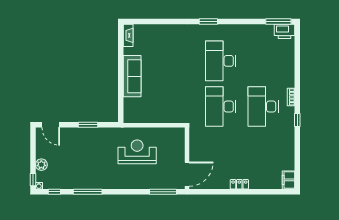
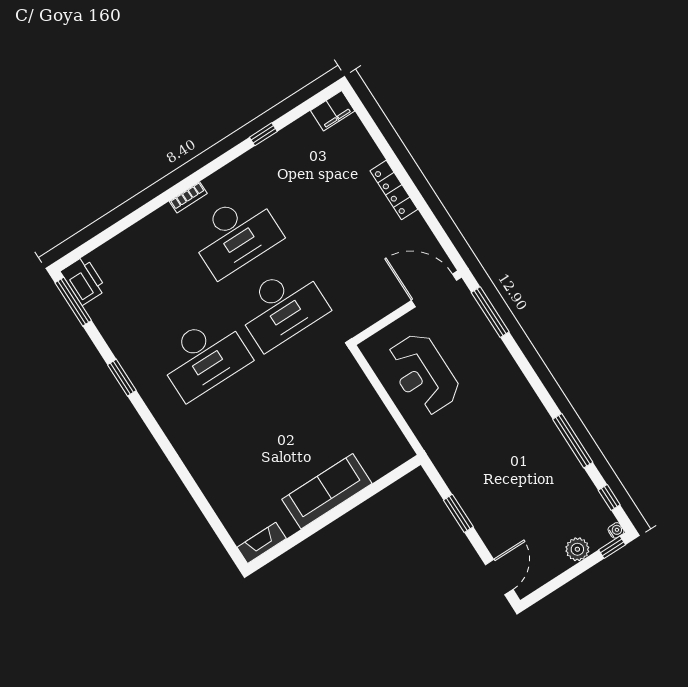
window: (208, 21) -> (122, 378), moved
window: (297, 120) -> (263, 134), moved
reception desk: (137, 152) -> (423, 374), moved
locker: (239, 184) -> (394, 190), width x1.53

